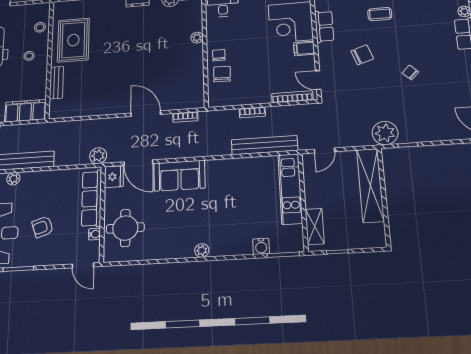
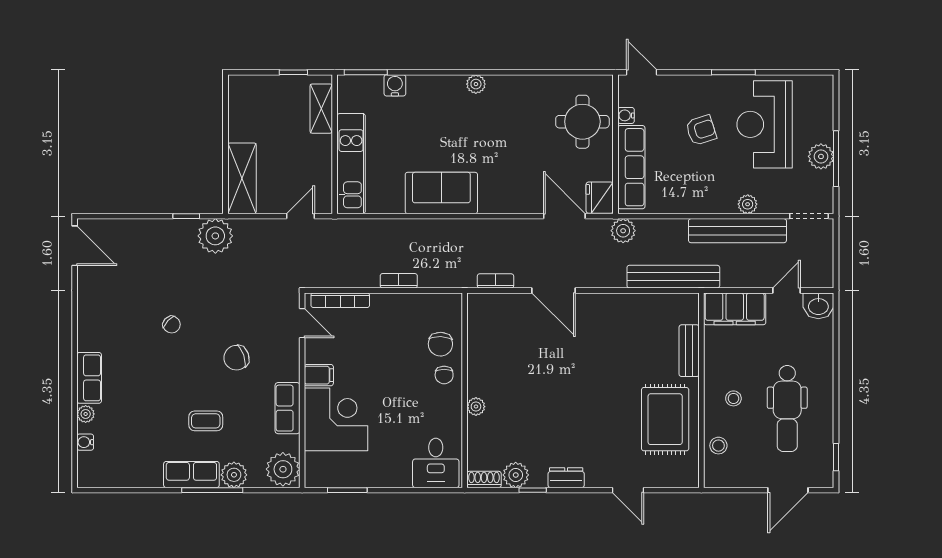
bench: (264, 145) -> (673, 277), moved
sofa: (179, 176) -> (441, 193), moved
shelving: (370, 185) -> (242, 178), width x0.68

